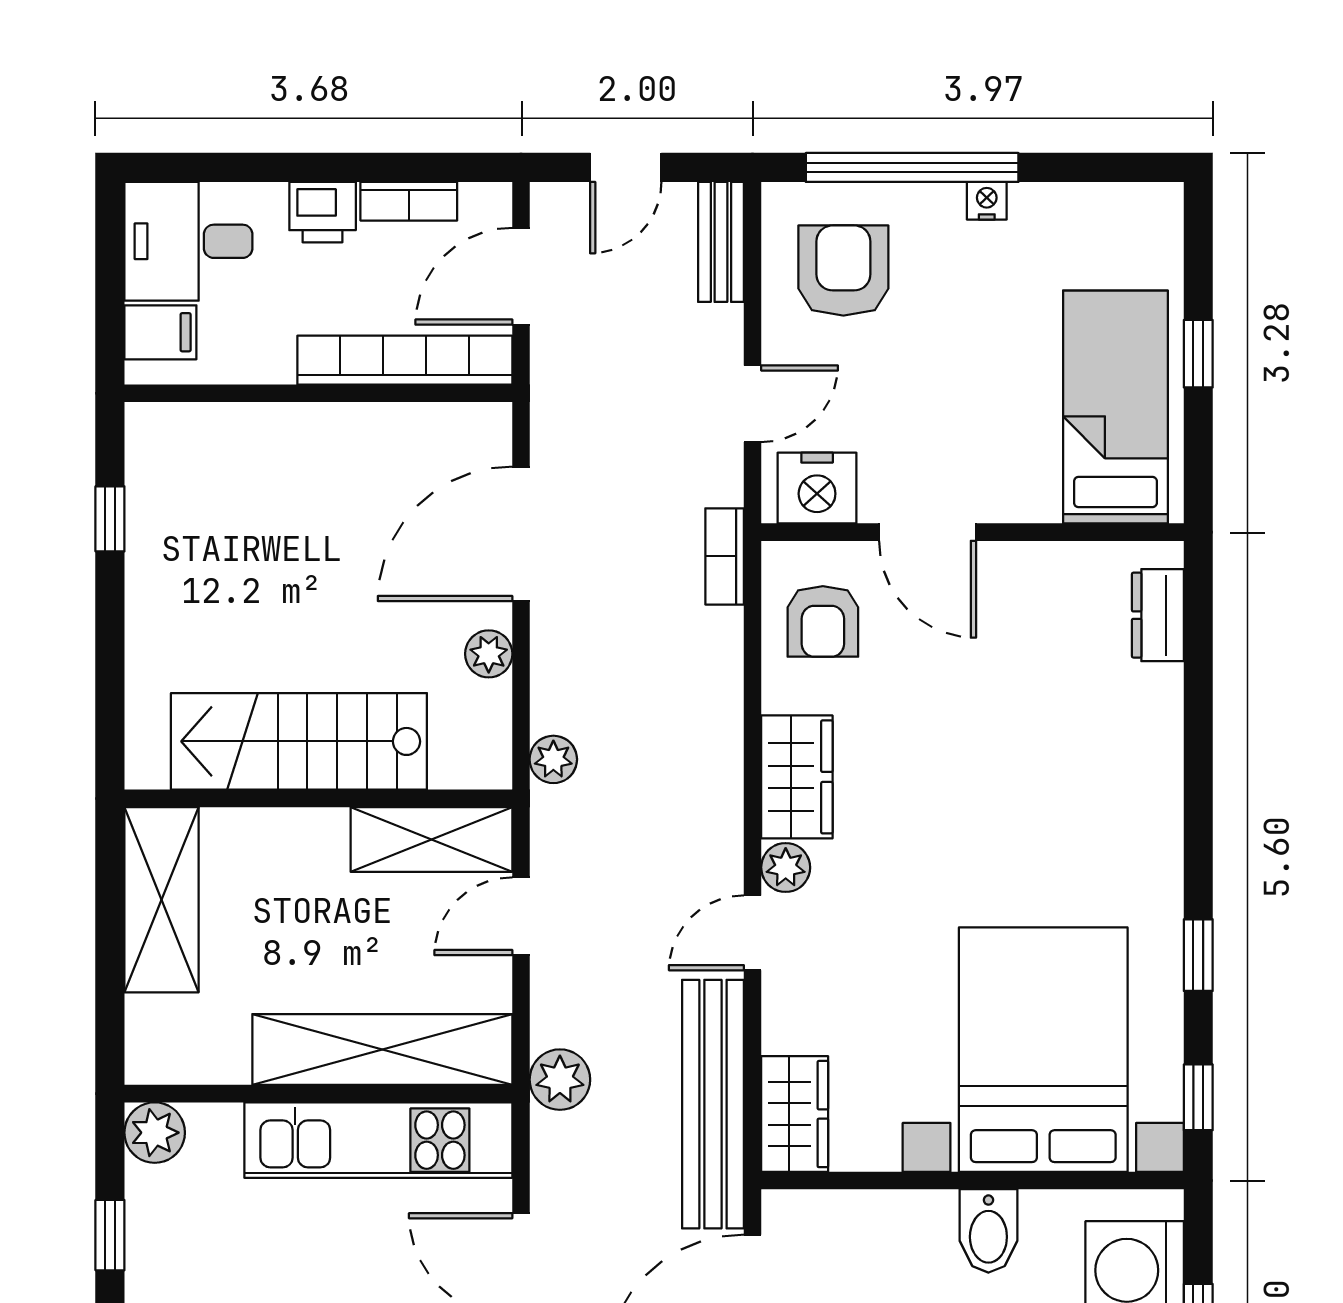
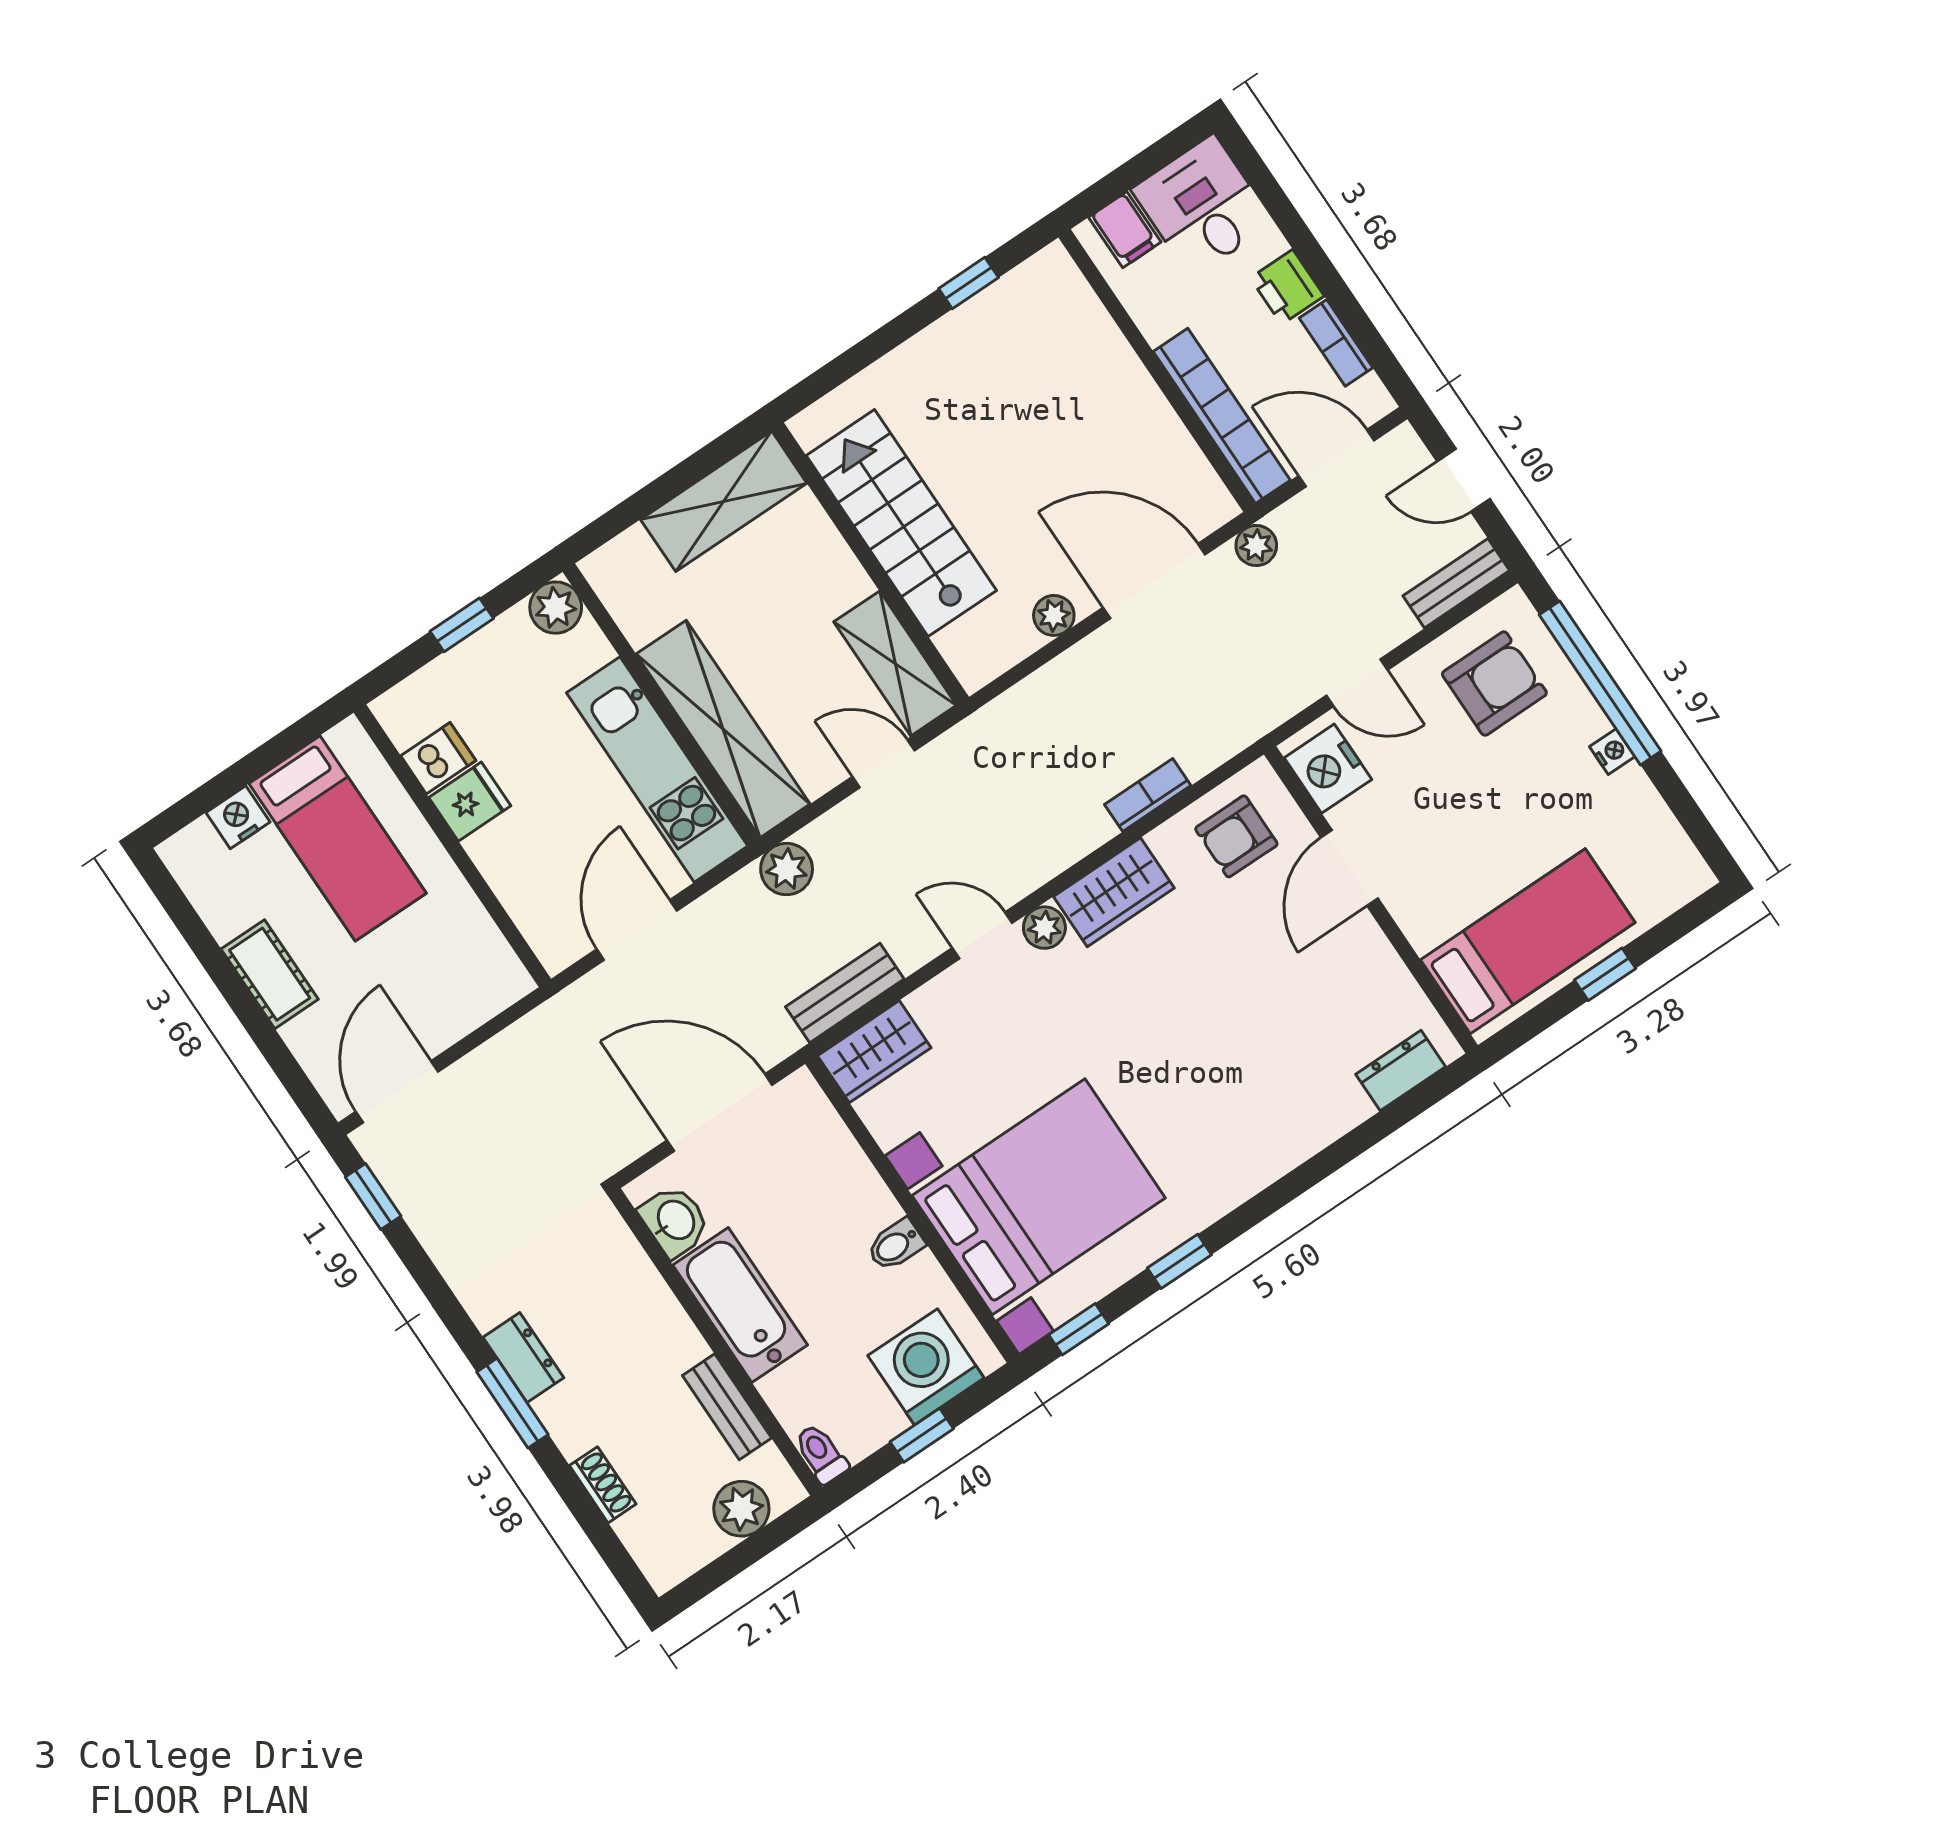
bookcase: (725, 556) -> (1148, 795), moved
plant: (553, 759) -> (1256, 546), moved
bench: (713, 1104) -> (845, 993), width x0.54, depth x0.82
bidet: (988, 1231) -> (896, 1245), width x0.72, depth x0.74

